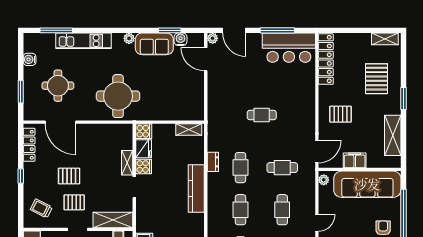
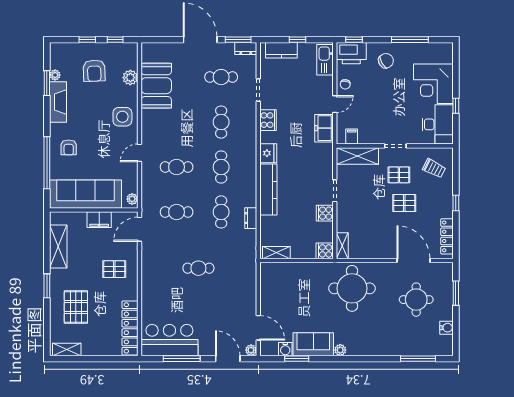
kitchen unit: (84, 41) -> (389, 348), removed
fridge: (144, 149) -> (268, 153), moved, turned 180
shelving: (127, 163) -> (342, 246), moved
cafe table: (282, 210) -> (177, 167), turned 90

